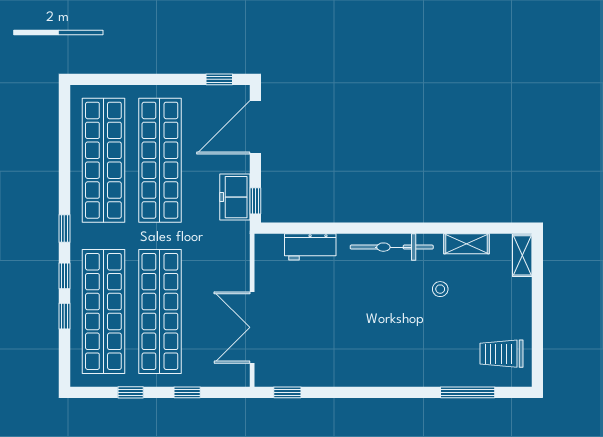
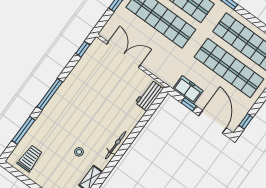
window: (255, 201) -> (189, 104), moved
workbench: (310, 247) -> (149, 96), moved
bicycle: (392, 247) -> (116, 145), width x0.73, depth x0.71
window: (387, 392) -> (50, 94), added

